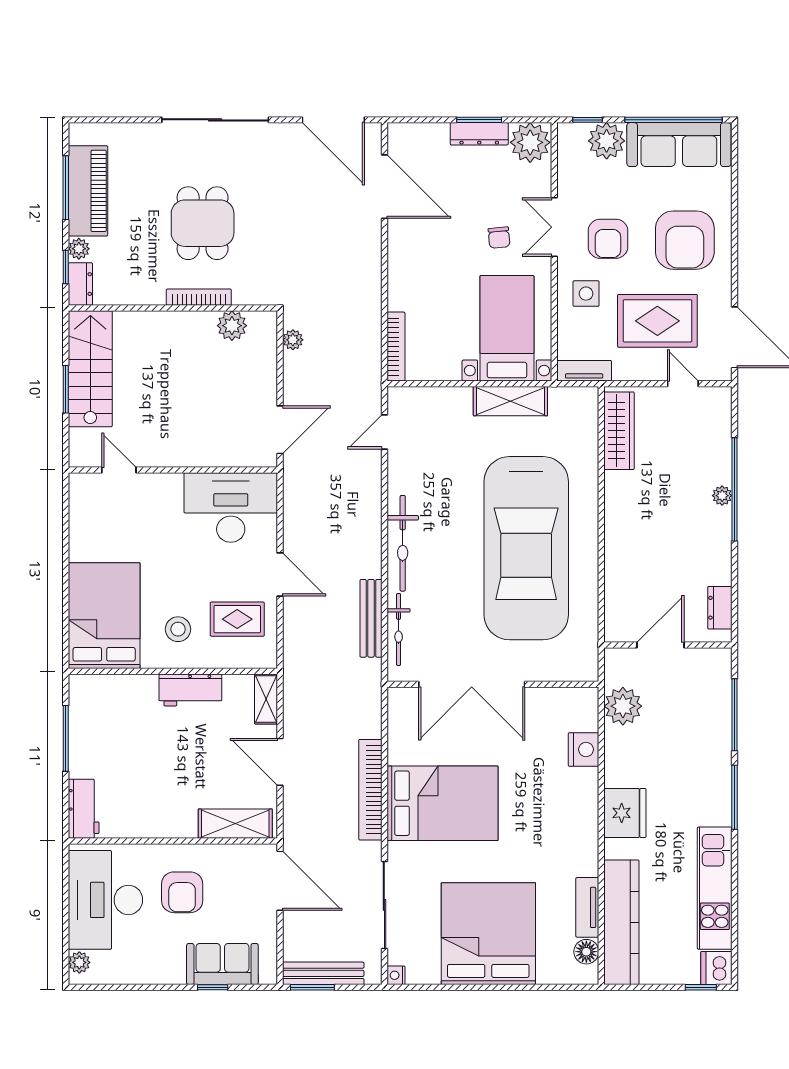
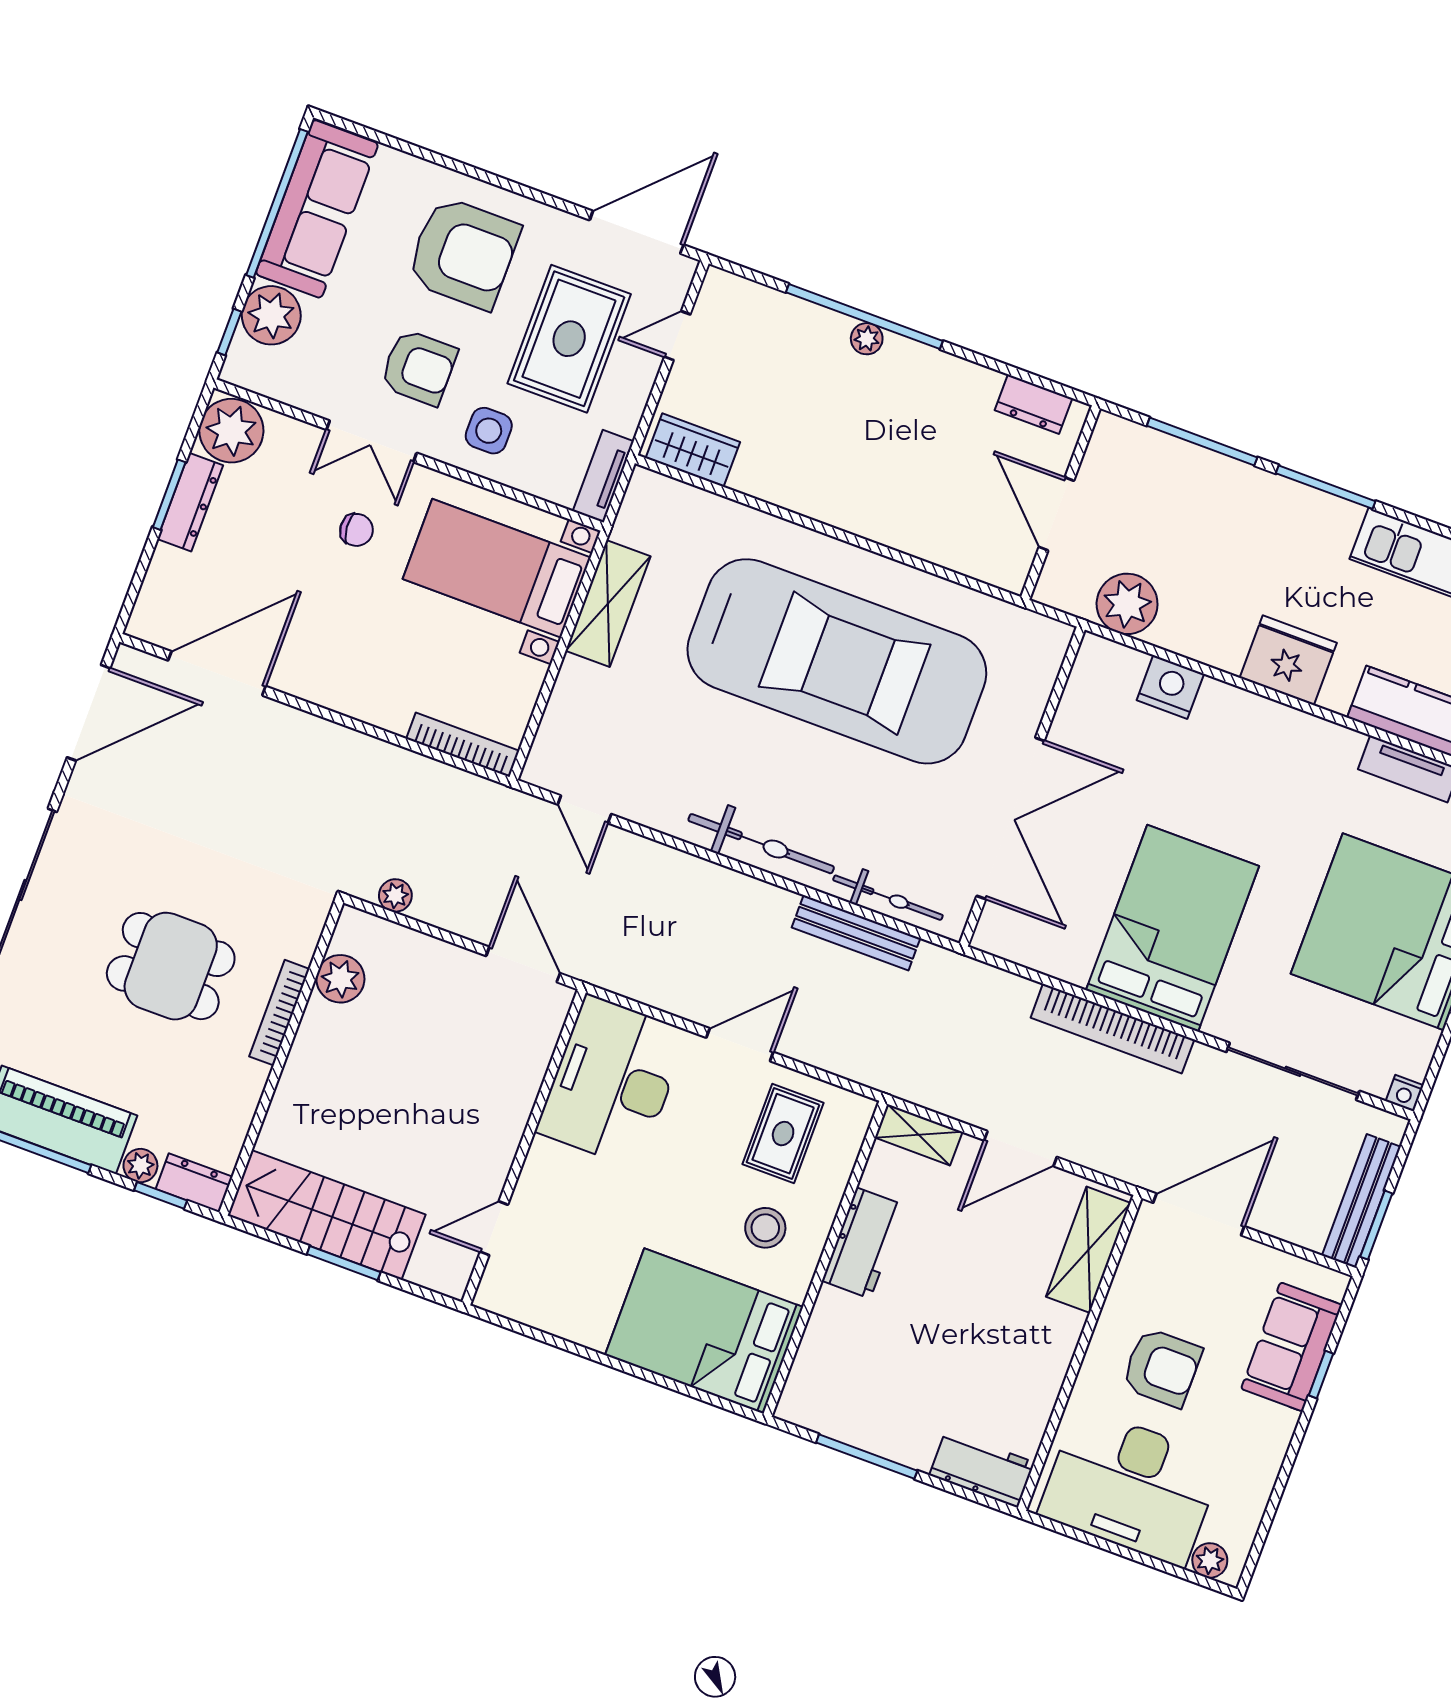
wardrobe: (619, 431) -> (693, 450), width x0.67

